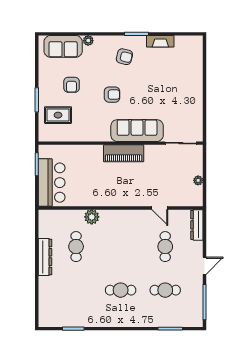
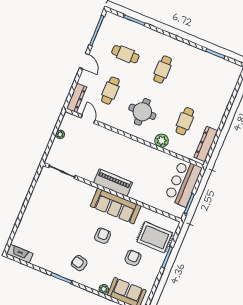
fireplace: (160, 41) -> (20, 254), moved
armchair: (112, 95) -> (102, 236), turned 90
rug: (58, 115) -> (155, 237), width x1.36, depth x1.43
sofa: (137, 131) -> (116, 206), moved
door: (160, 208) -> (88, 119), moved
round table: (124, 238) -> (142, 112), added
dresser: (45, 257) -> (206, 144), moved
door: (204, 266) -> (84, 61), swing flipped
cafe table: (121, 290) -> (163, 70), turned 90

